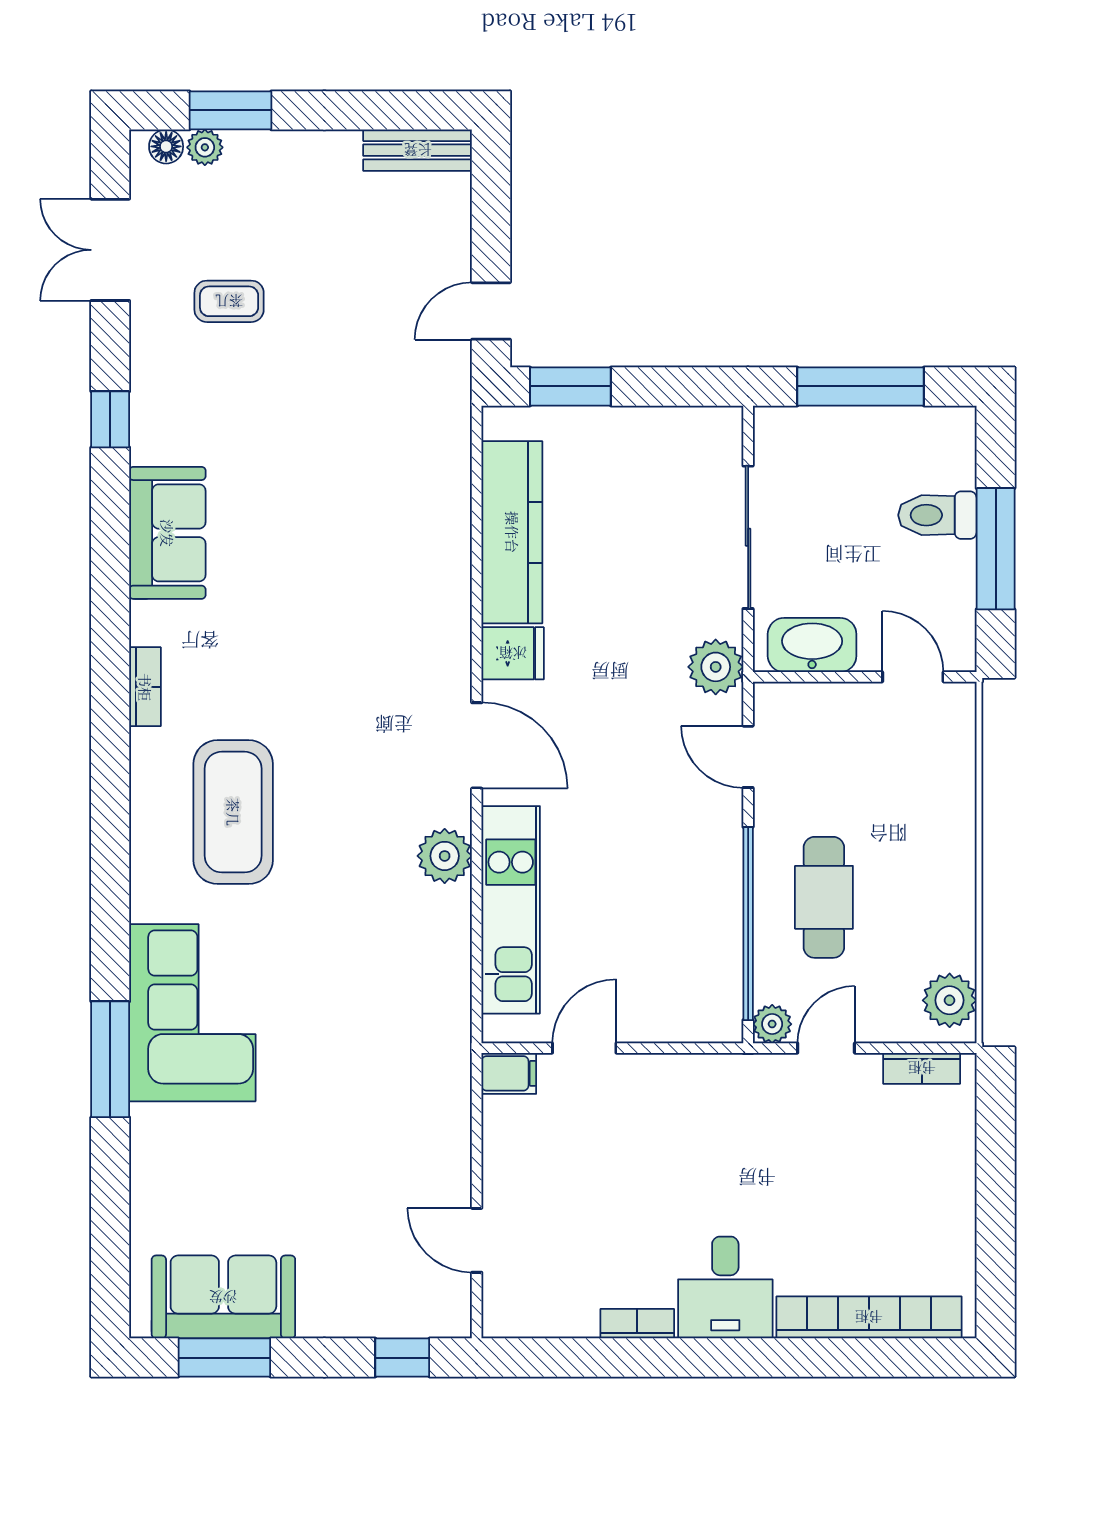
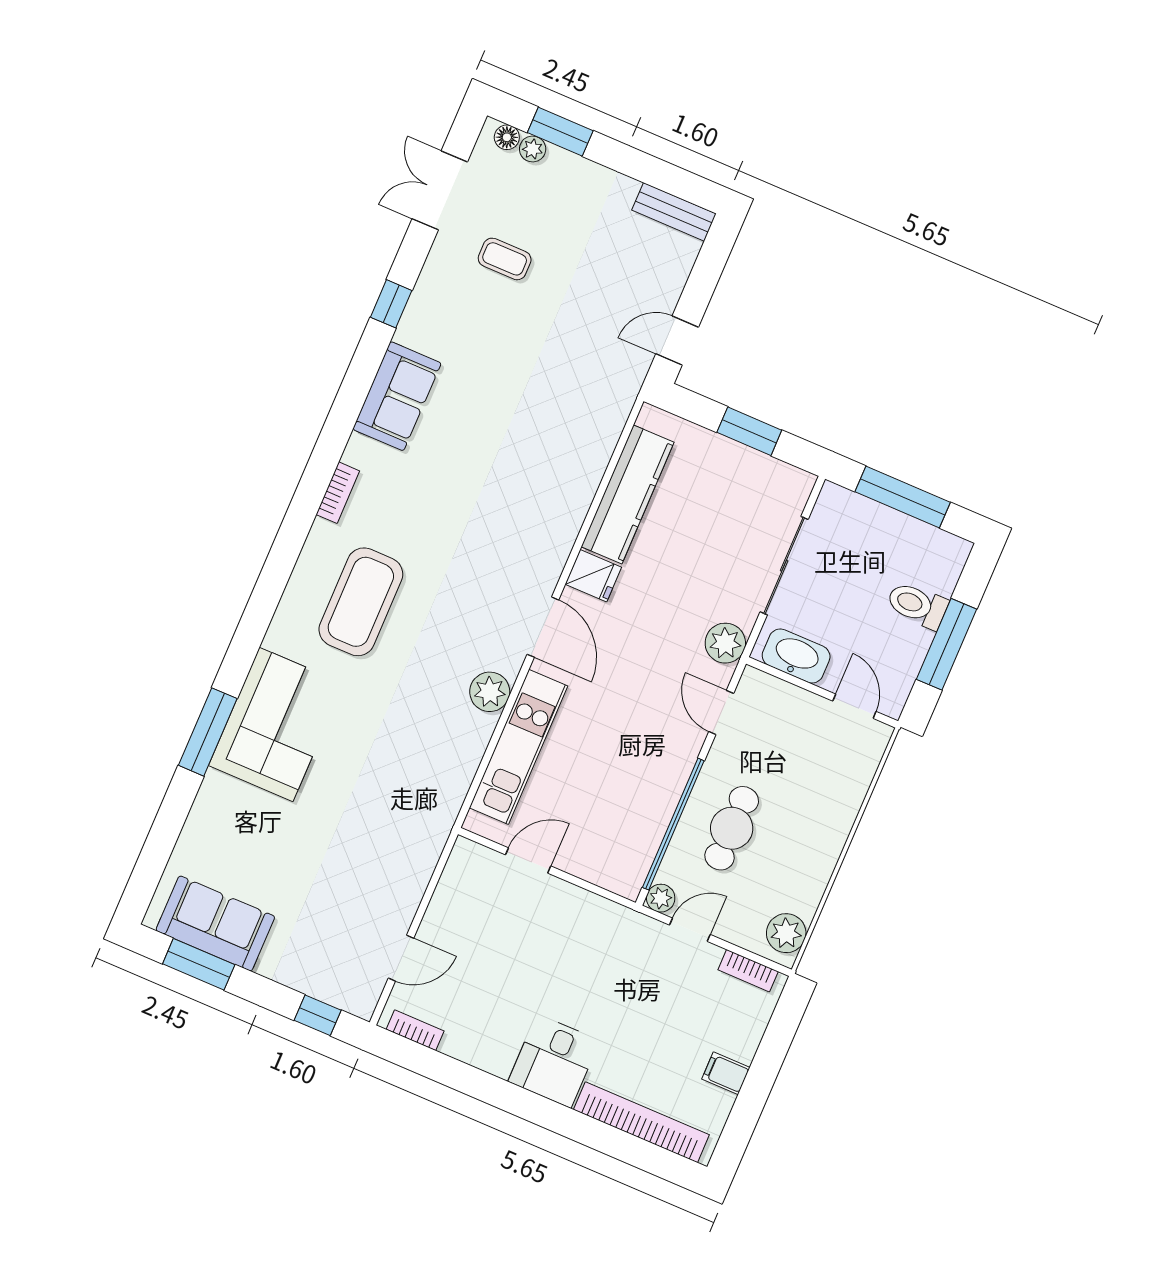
window: (570, 386) -> (749, 431), moved
filing cabinet: (509, 1073) -> (726, 1073), moved, turned 180
door: (477, 1240) -> (401, 958), swing flipped
bookcase: (637, 1324) -> (415, 1030), moved

